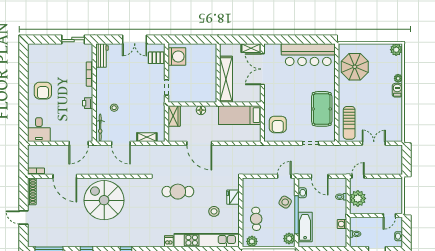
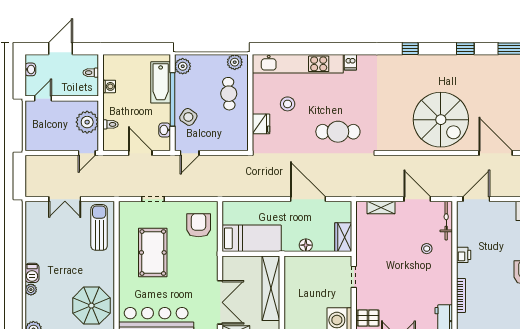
pool table: (322, 109) -> (153, 253), moved

